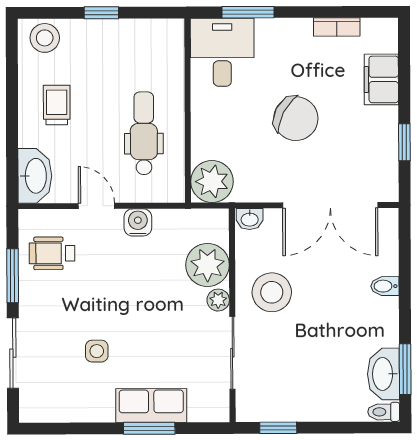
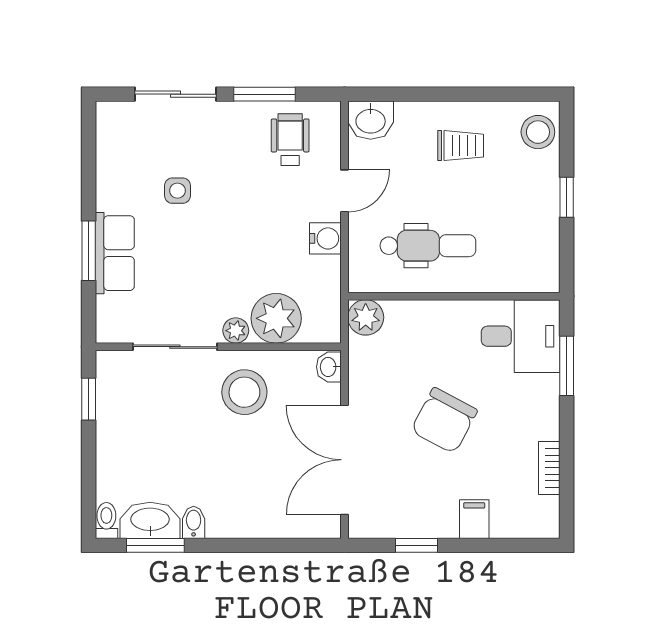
filing cabinet: (381, 79) -> (474, 519), width x0.50
washbasin: (35, 176) -> (371, 120), width x0.72
plant: (212, 181) -> (366, 317), width x0.73, depth x0.73
bidet: (385, 286) -> (194, 522), moved

